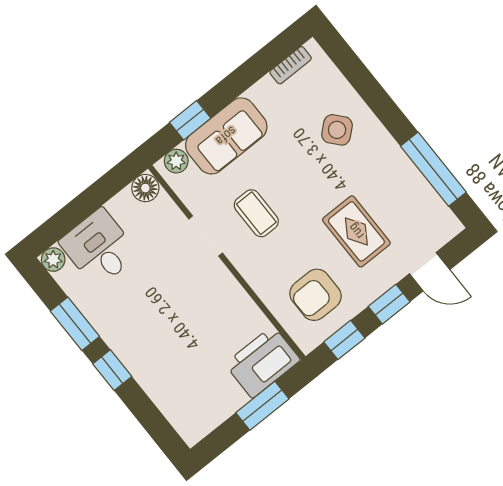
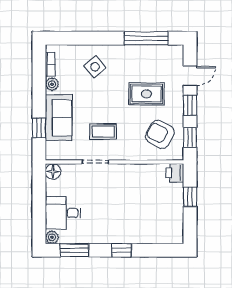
plant: (176, 161) -> (52, 84), moved
armchair: (315, 295) -> (160, 134), turned 119
window: (75, 324) -> (75, 250), moved
printer: (263, 362) -> (175, 173), width x0.53, depth x0.68
window: (262, 406) -> (190, 197), width x0.67

